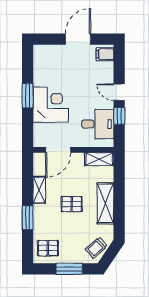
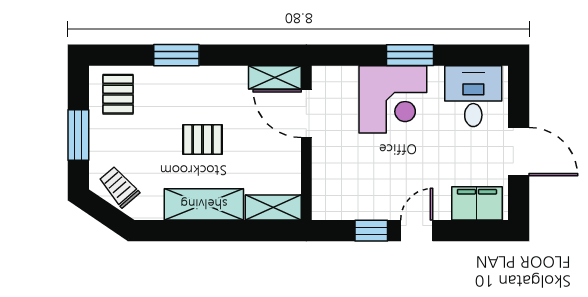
filing cabinet: (105, 54) -> (477, 203), width x2.00
desk: (98, 124) -> (473, 96), moved, turned 180
shelving: (99, 159) -> (273, 208), moved, turned 90
shelving: (39, 190) -> (275, 77), moved
pallet: (72, 204) -> (202, 140), turned 90

